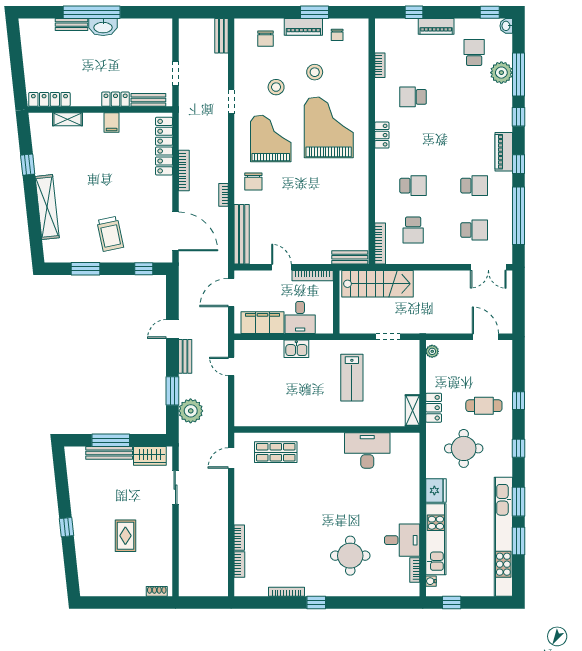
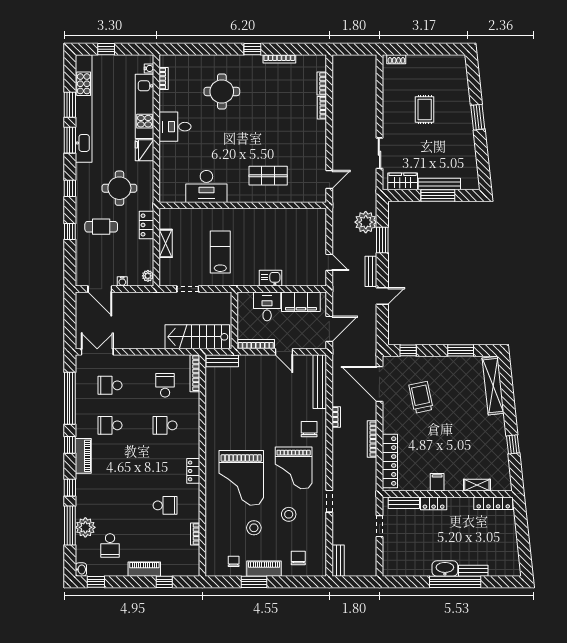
shelving: (47, 207) -> (493, 386), moved
trolley: (110, 234) -> (421, 397), moved
water cooler: (461, 345) -> (122, 281), added
shelving: (413, 411) -> (166, 243), moved
shop shelf: (276, 452) -> (268, 176), moved
window: (67, 527) -> (478, 117), width x1.50
desk: (402, 540) -> (175, 127), moved
window: (452, 603) -> (106, 49), moved

